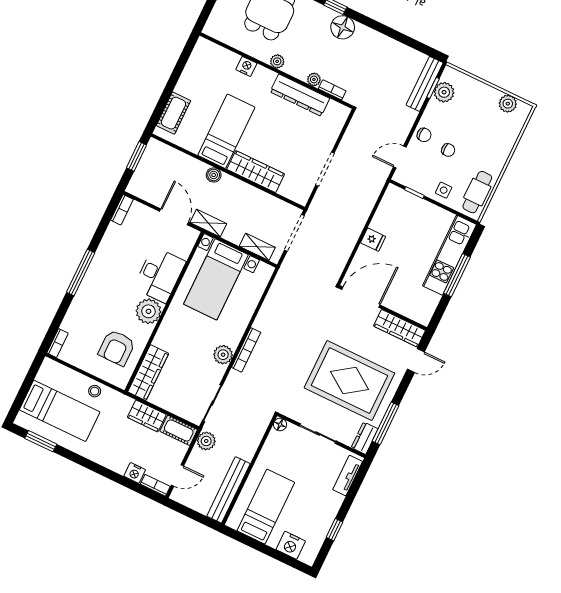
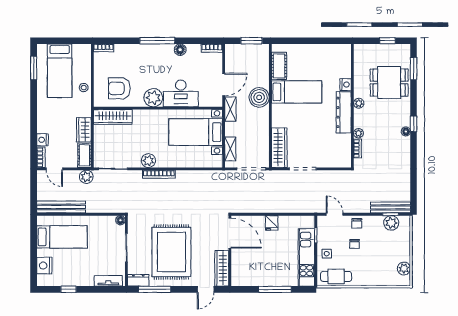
floor lamp: (343, 27) -> (406, 132), width x0.53, depth x0.53
dresser: (300, 95) -> (344, 112), moved
cot: (173, 113) -> (279, 66), moved, turned 90
wardrobe: (256, 172) -> (279, 148), moved
boiler: (214, 175) -> (259, 97), width x1.86, depth x1.86
floor lamp: (105, 250) -> (180, 50), added
kitchen unit: (449, 255) -> (306, 257), moved, turned -90
door: (416, 361) -> (206, 289), hinge flipped

